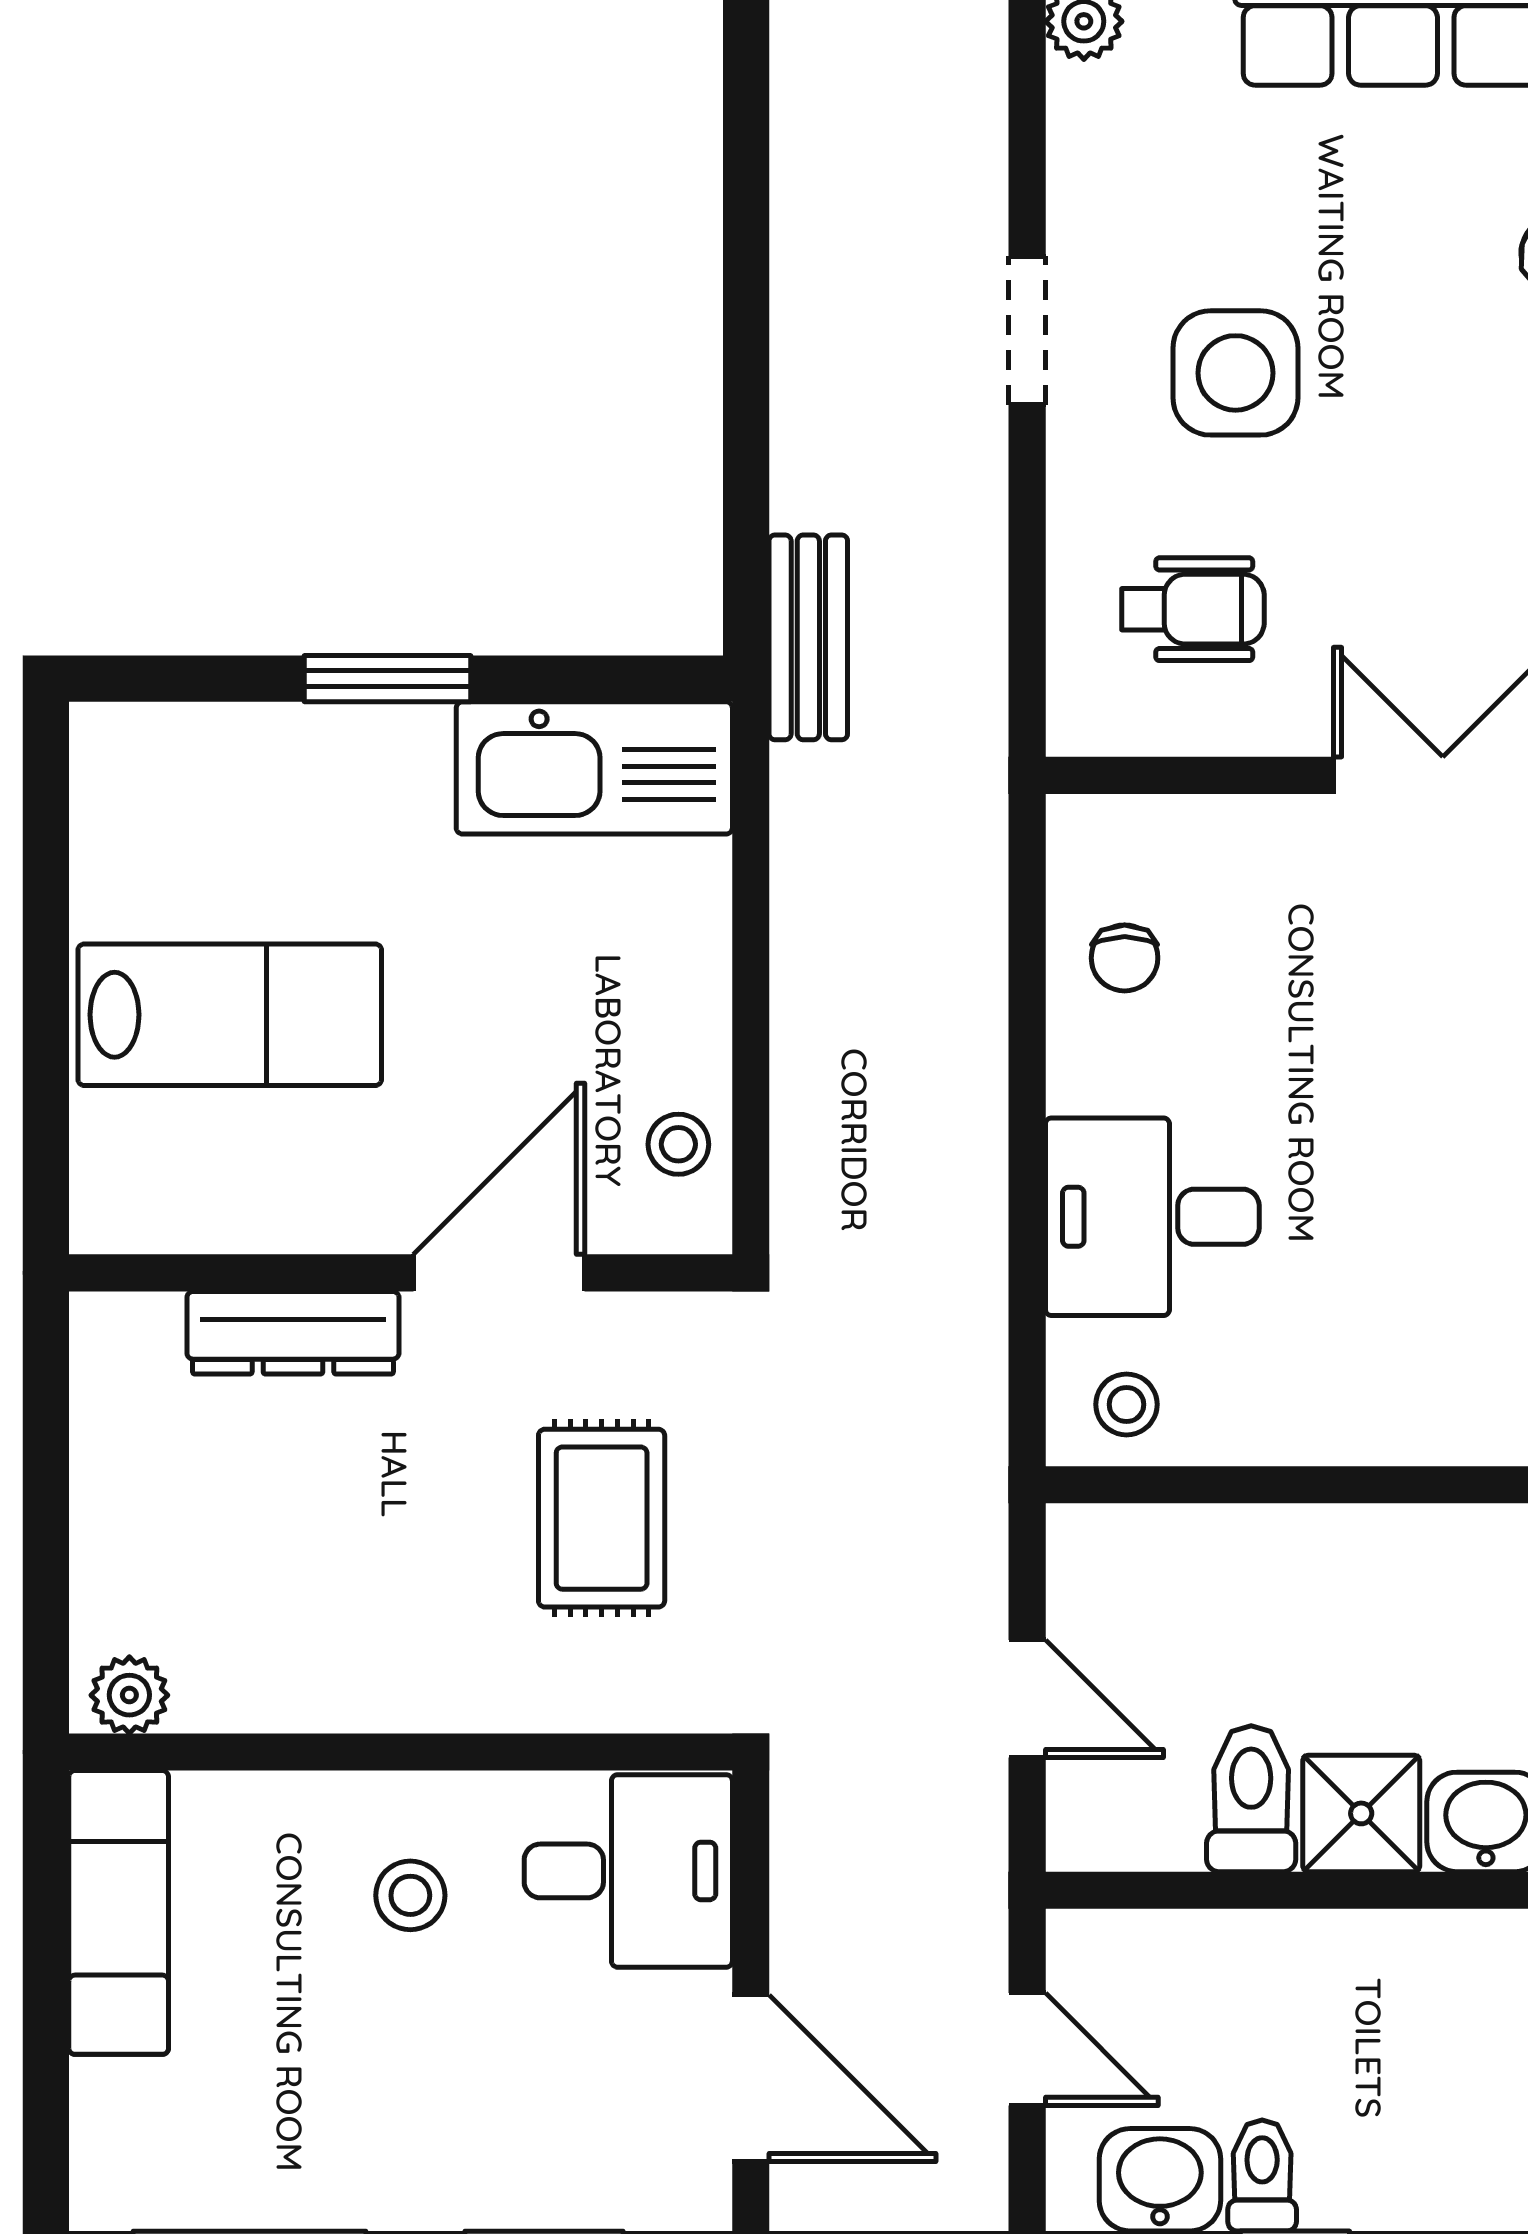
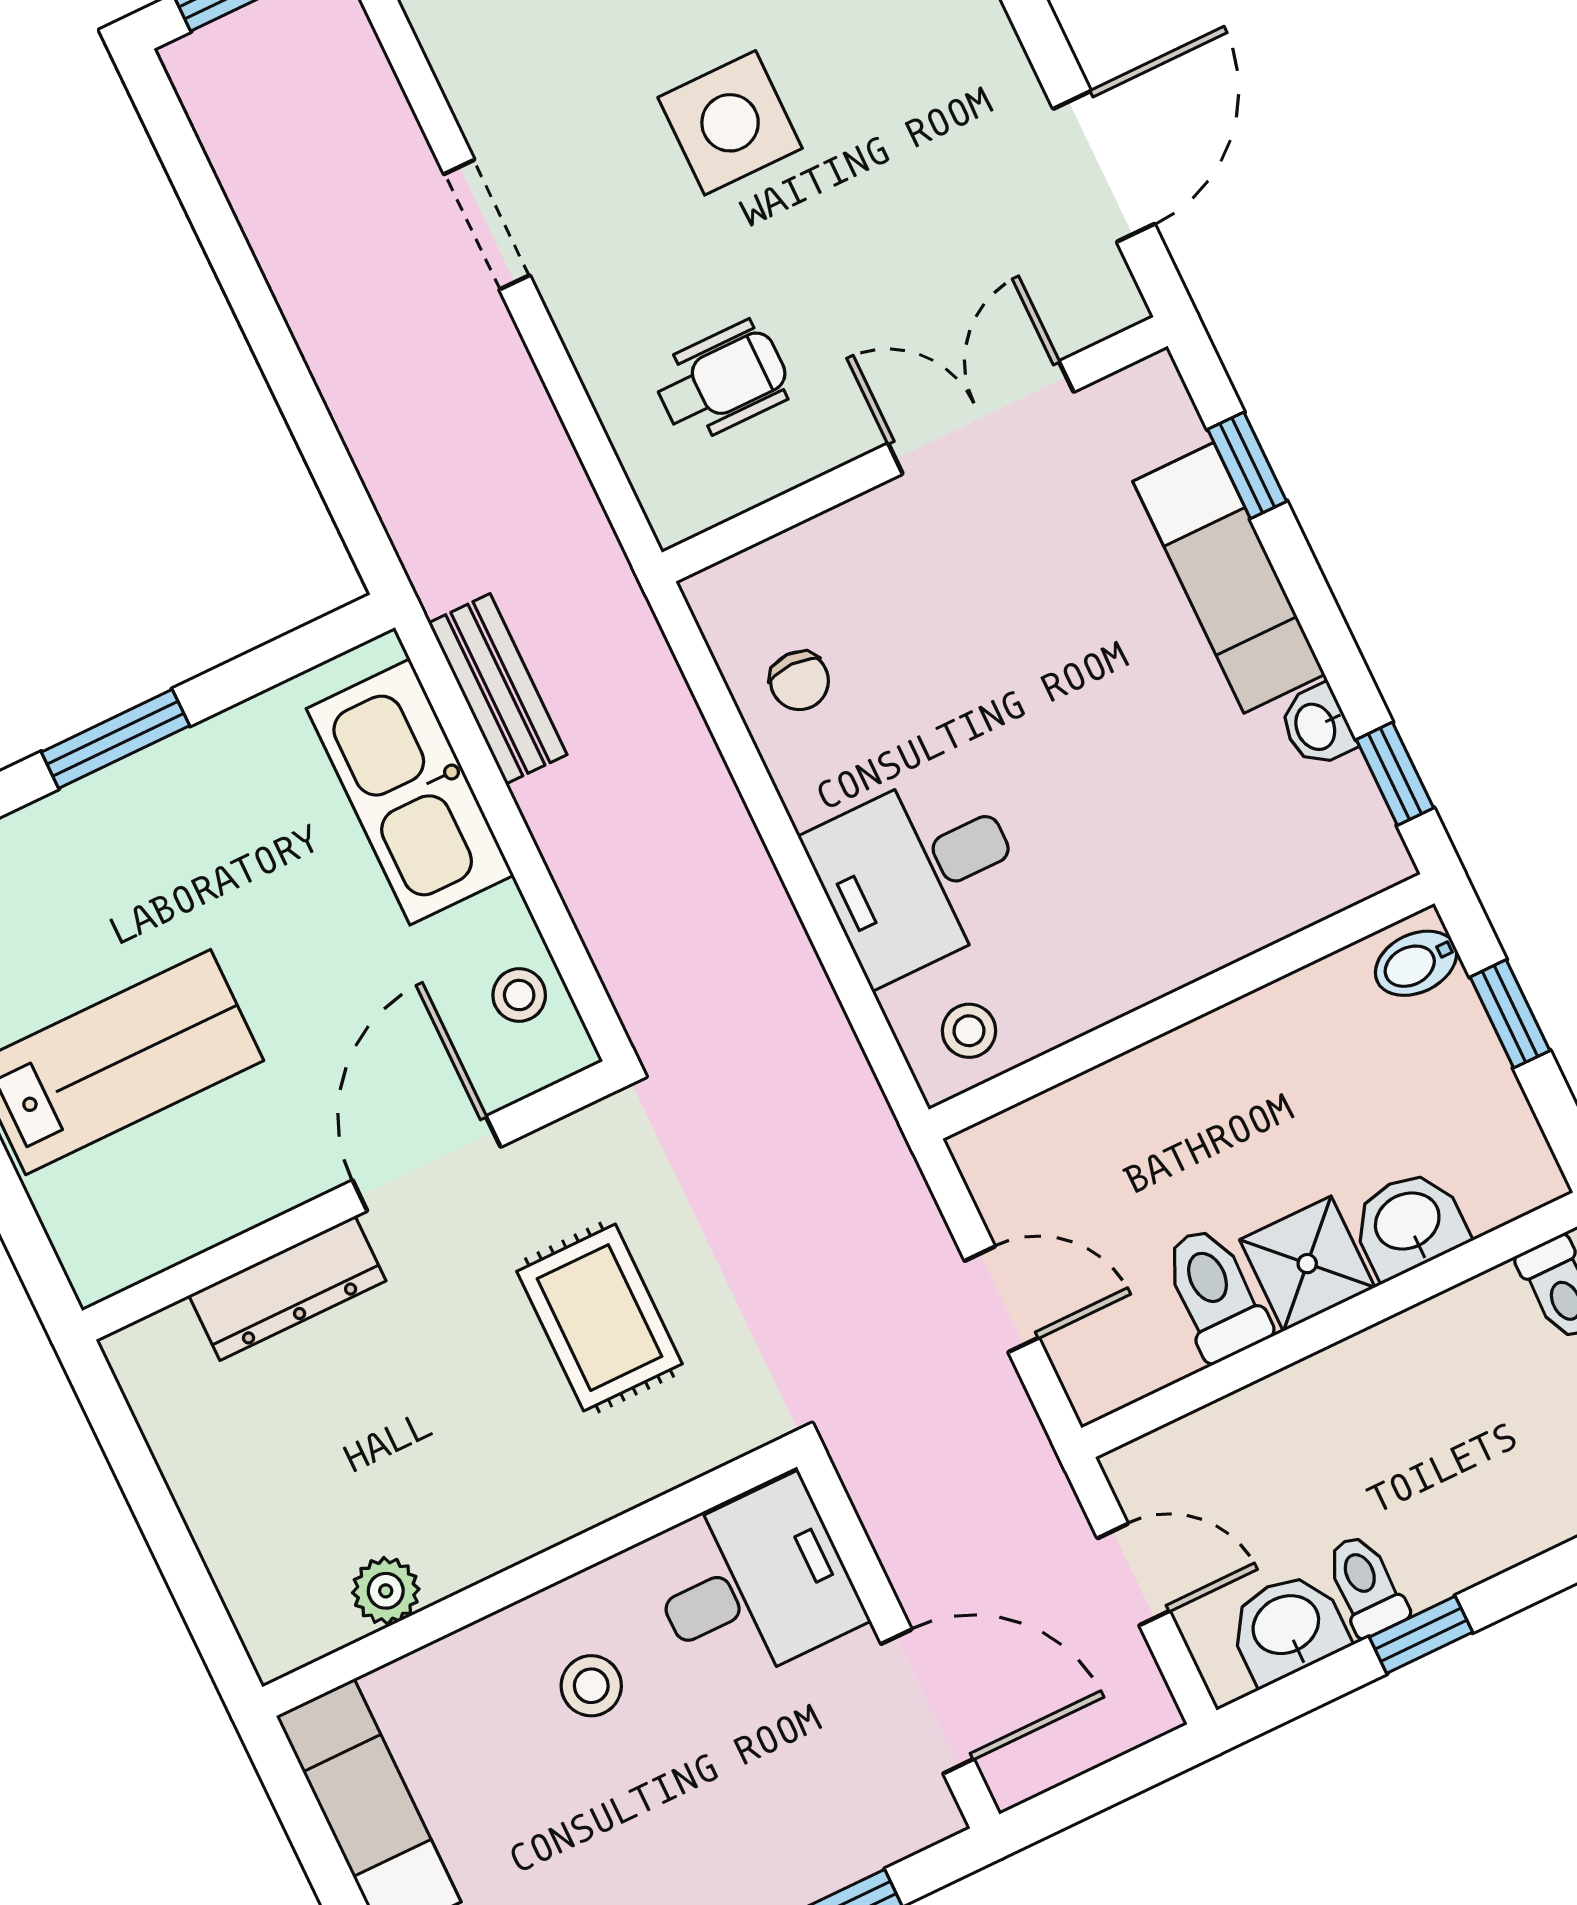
side table: (1235, 373) -> (730, 123), moved
bench: (808, 637) -> (498, 689), moved
kitchen sink: (594, 768) -> (410, 792), moved, turned 90
plant: (129, 1695) -> (386, 1591), moved

